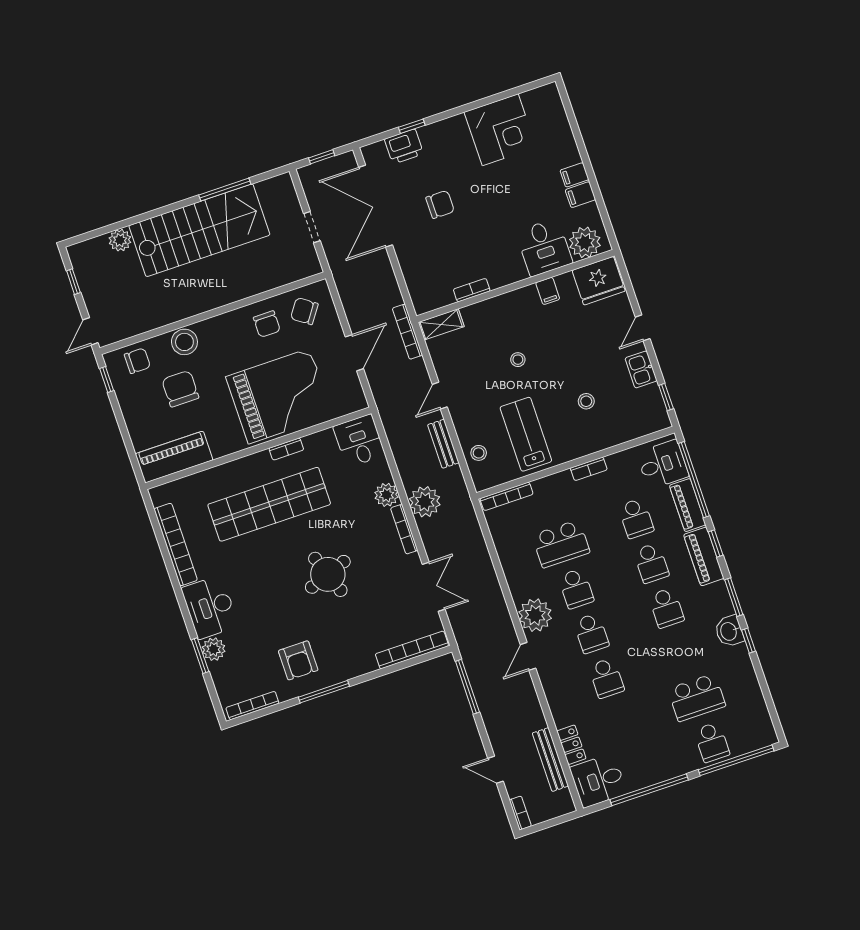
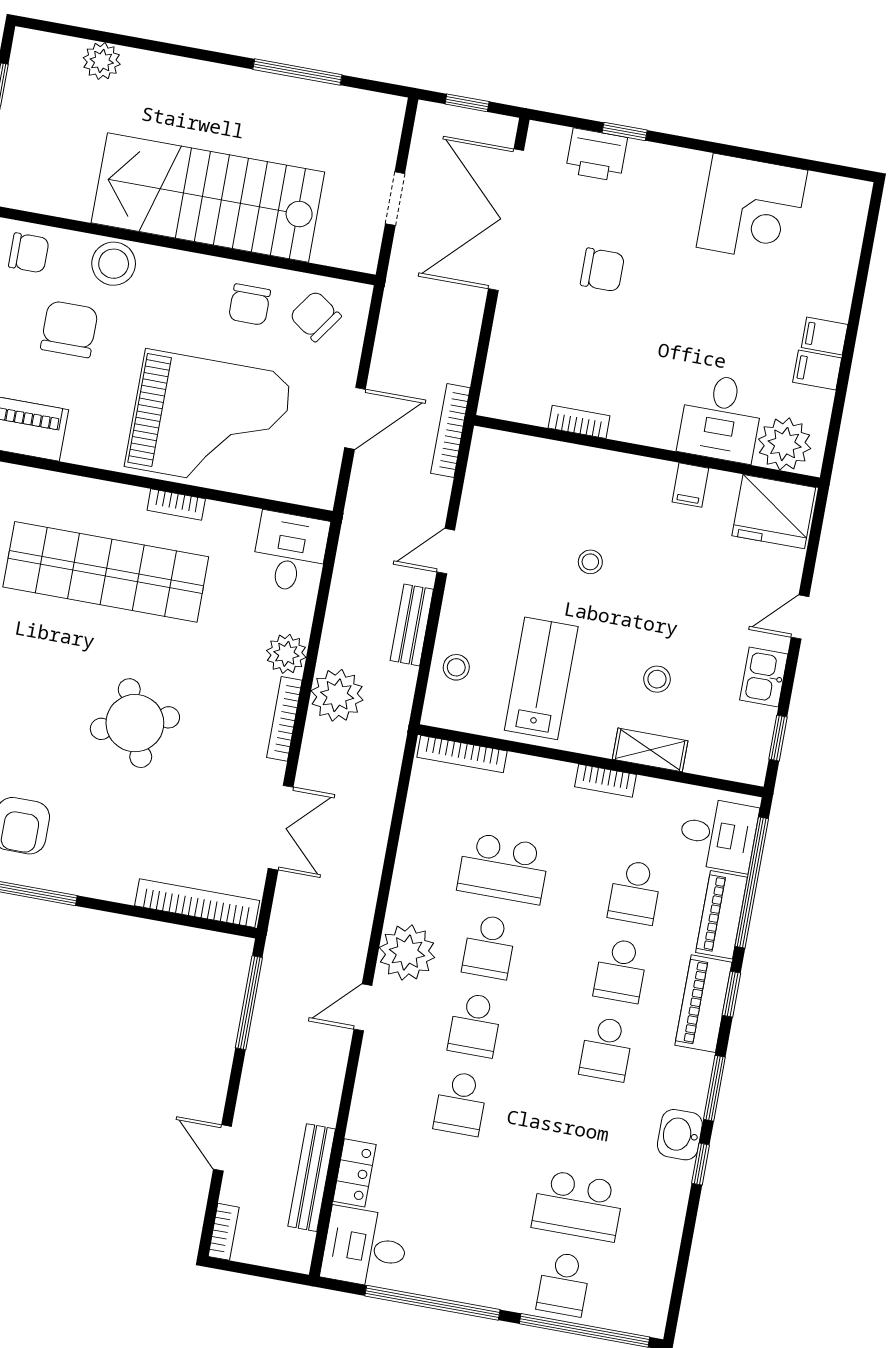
stairs: (199, 230) -> (208, 197), moved, turned 180
shelving: (441, 324) -> (650, 750), moved

